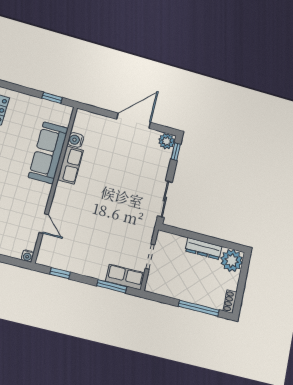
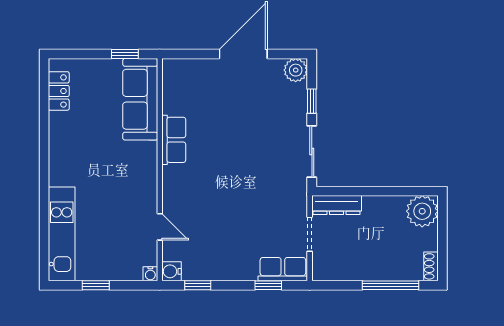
water cooler: (76, 140) -> (172, 271), moved
window: (176, 152) -> (312, 101), moved
sofa: (48, 153) -> (140, 99), moved
dresser: (203, 249) -> (337, 205), moved
window: (112, 286) -> (268, 285), width x0.67

